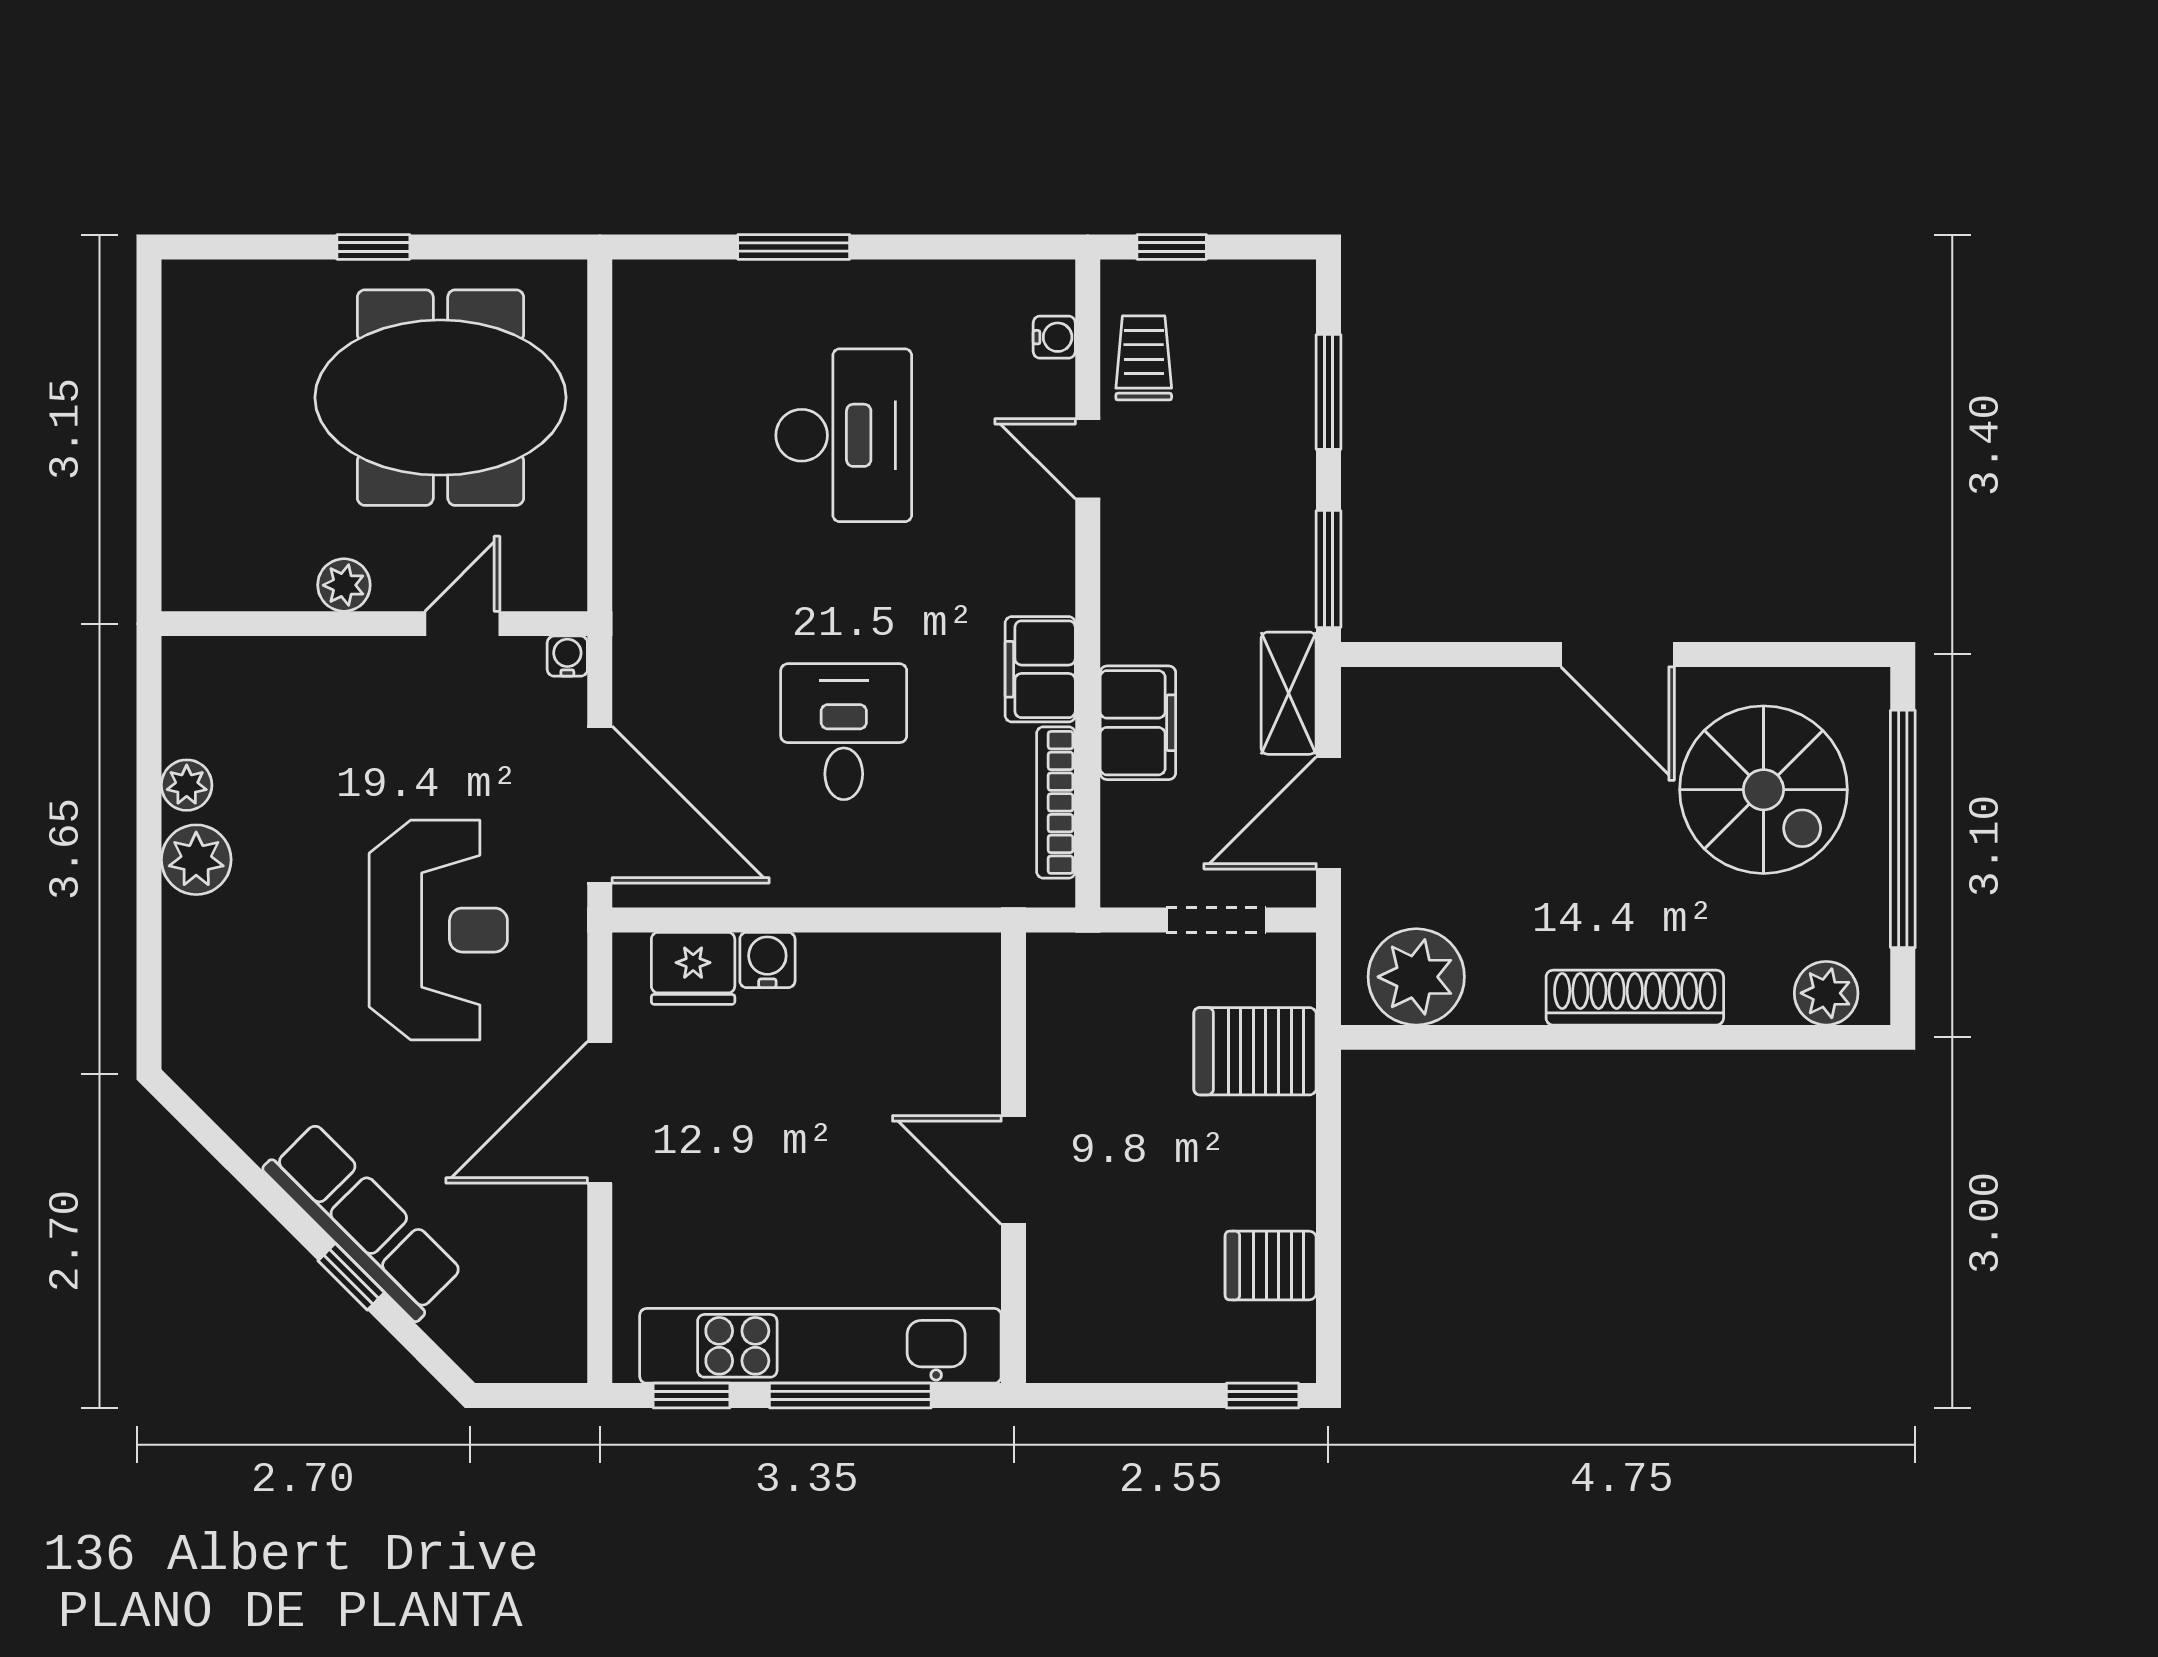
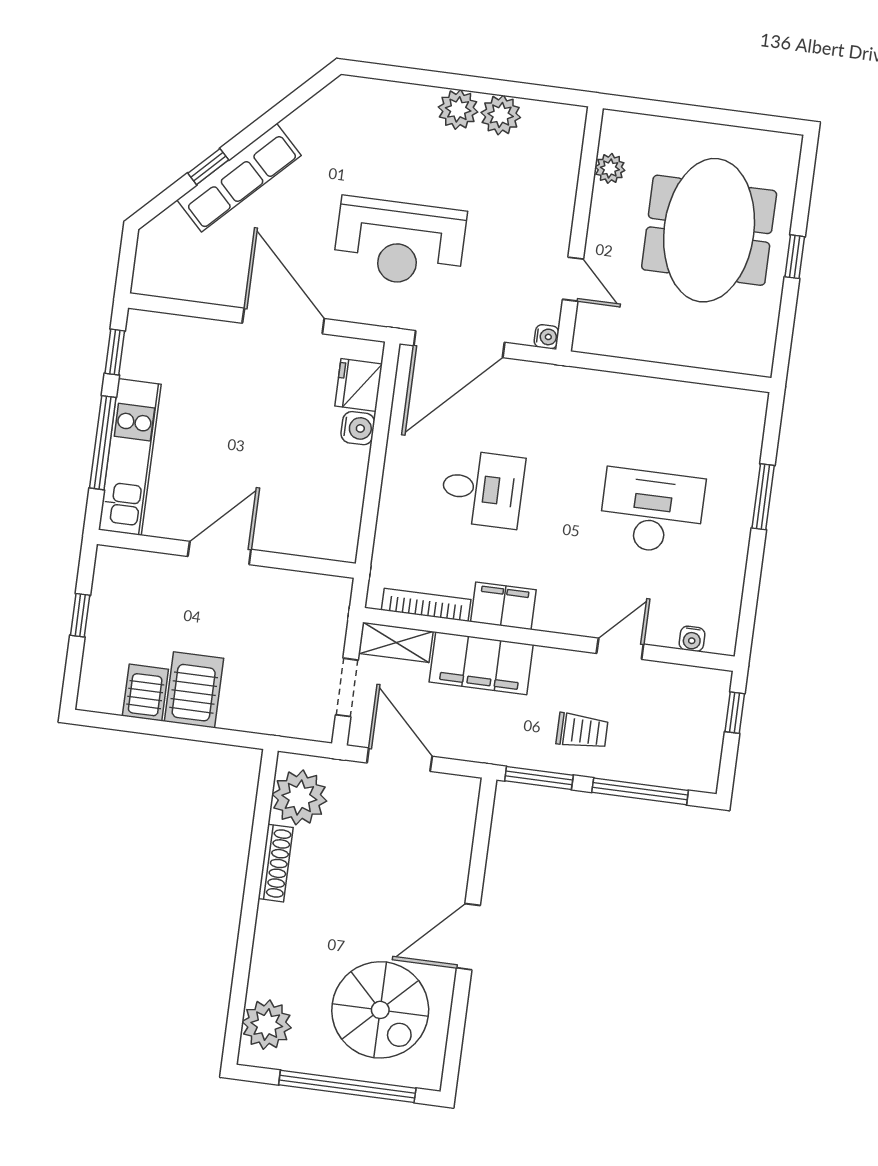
trolley: (1144, 358) -> (582, 731), moved
window: (1328, 392) -> (640, 791), width x1.44
meeting table: (440, 398) -> (709, 230), moved
desk: (844, 435) -> (652, 511), turned 180
plant: (344, 585) -> (610, 168), moved
shelving: (1289, 693) -> (396, 642), moved
filing cabinet: (1138, 723) -> (481, 663), width x1.50, depth x1.17
plant: (187, 785) -> (501, 115), width x1.38, depth x1.38
spiral stairs: (1764, 790) -> (380, 1010), turned -90
plant: (1826, 993) -> (267, 1025), width x1.36, depth x1.36
shoe rack: (1635, 998) -> (276, 863), moved, width x0.74, depth x0.81
server rack: (1255, 1051) -> (194, 690), moved
kitchen unit: (820, 1346) -> (130, 457), width x0.73
window: (1263, 1396) -> (80, 615), moved

